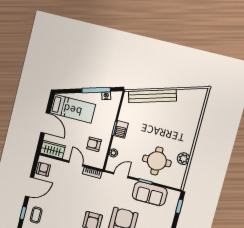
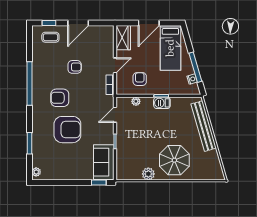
parasol: (177, 131) -> (174, 160), added
round table: (157, 161) -> (139, 148), removed
armchair: (43, 169) -> (75, 67), moved
door: (121, 175) -> (115, 115), swing flipped
door: (30, 187) -> (78, 23), hinge flipped
sofa: (150, 194) -> (104, 162), moved

